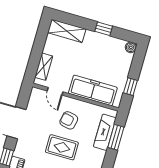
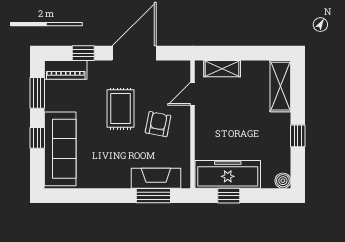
freezer: (93, 90) -> (228, 174), moved, turned -90
rug: (62, 147) -> (121, 109), moved

